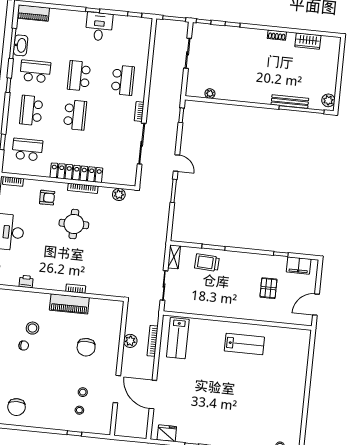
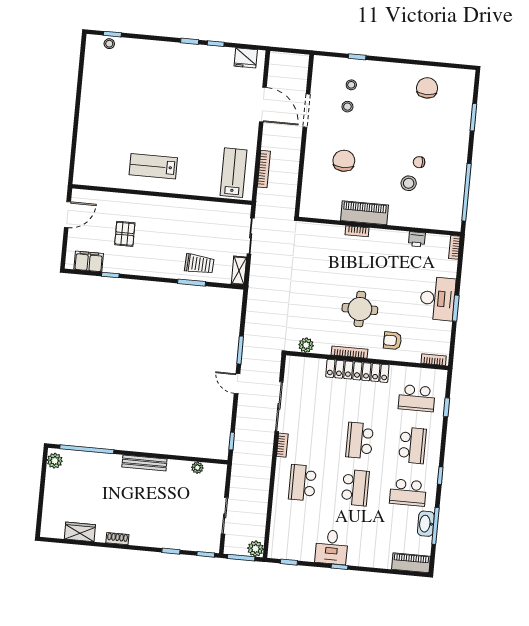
bench: (290, 101) -> (144, 463), moved
plant: (130, 341) -> (255, 549), moved

